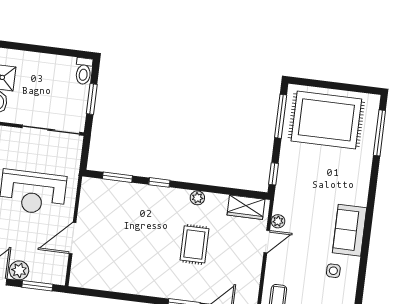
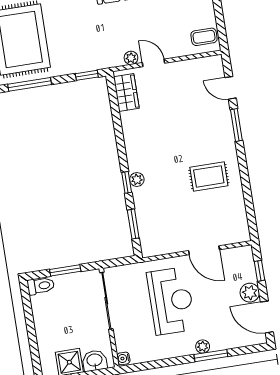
plant: (197, 198) -> (137, 179), moved
rug: (194, 244) -> (209, 176), moved
window: (37, 286) -> (260, 271), width x0.67

